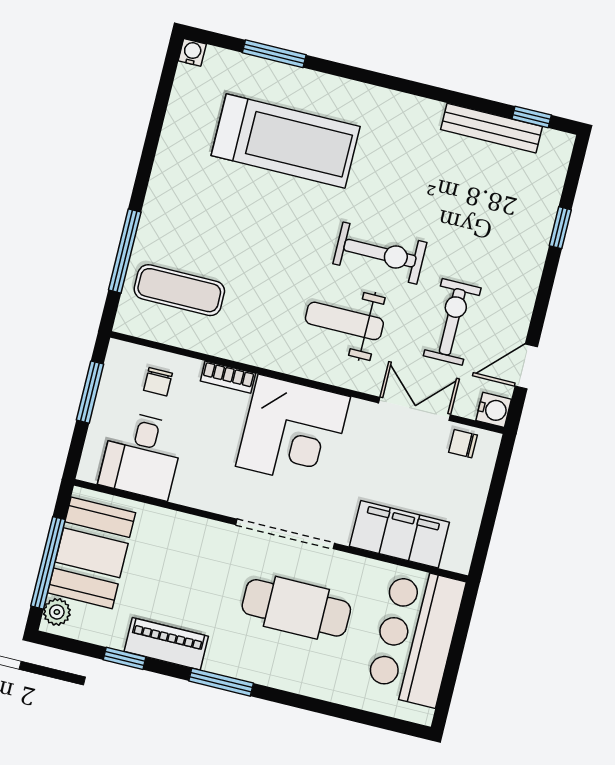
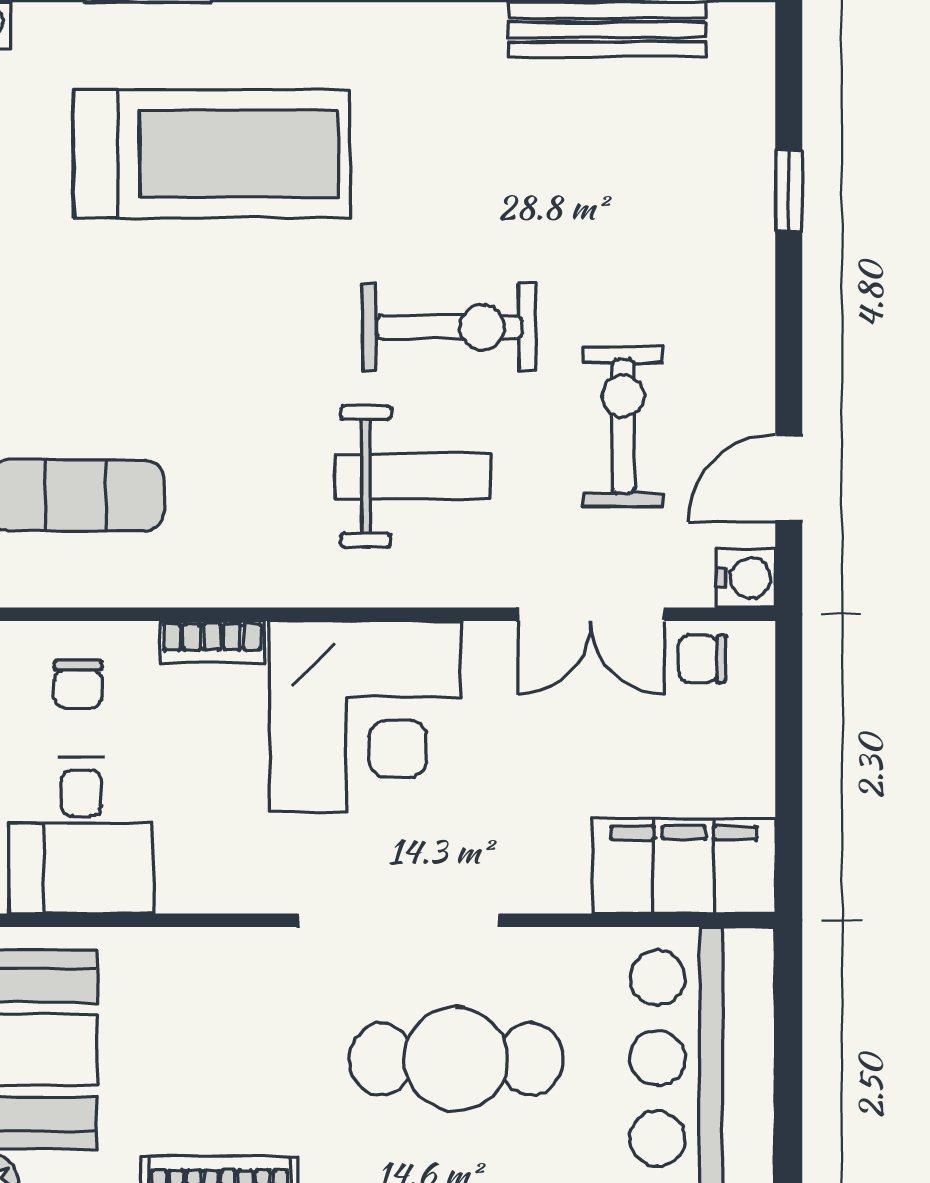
weight bench: (344, 321) -> (412, 476), turned 180
double door: (414, 409) -> (591, 614), swing flipped
filing cabinet: (399, 534) -> (684, 866), moved

